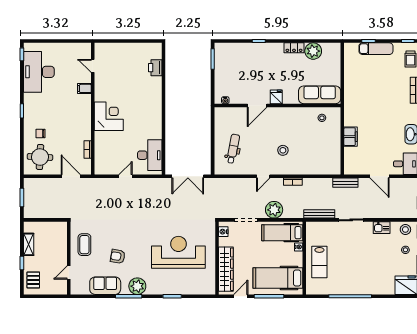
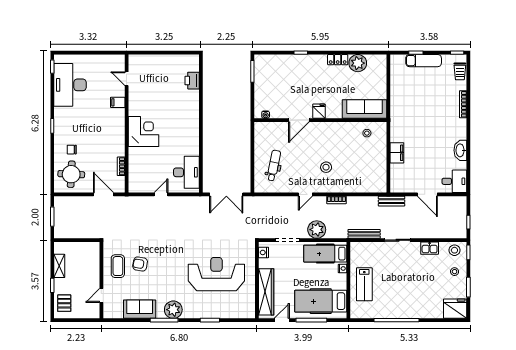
armchair: (118, 256) -> (140, 264), moved

